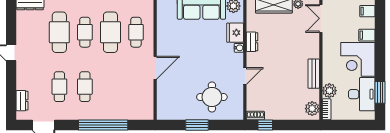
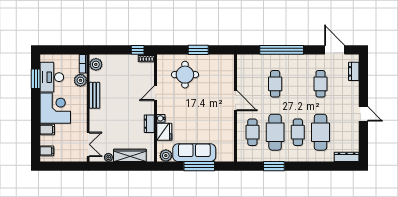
door: (155, 68) -> (235, 101), swing flipped
cafe table: (85, 87) -> (275, 84), moved

